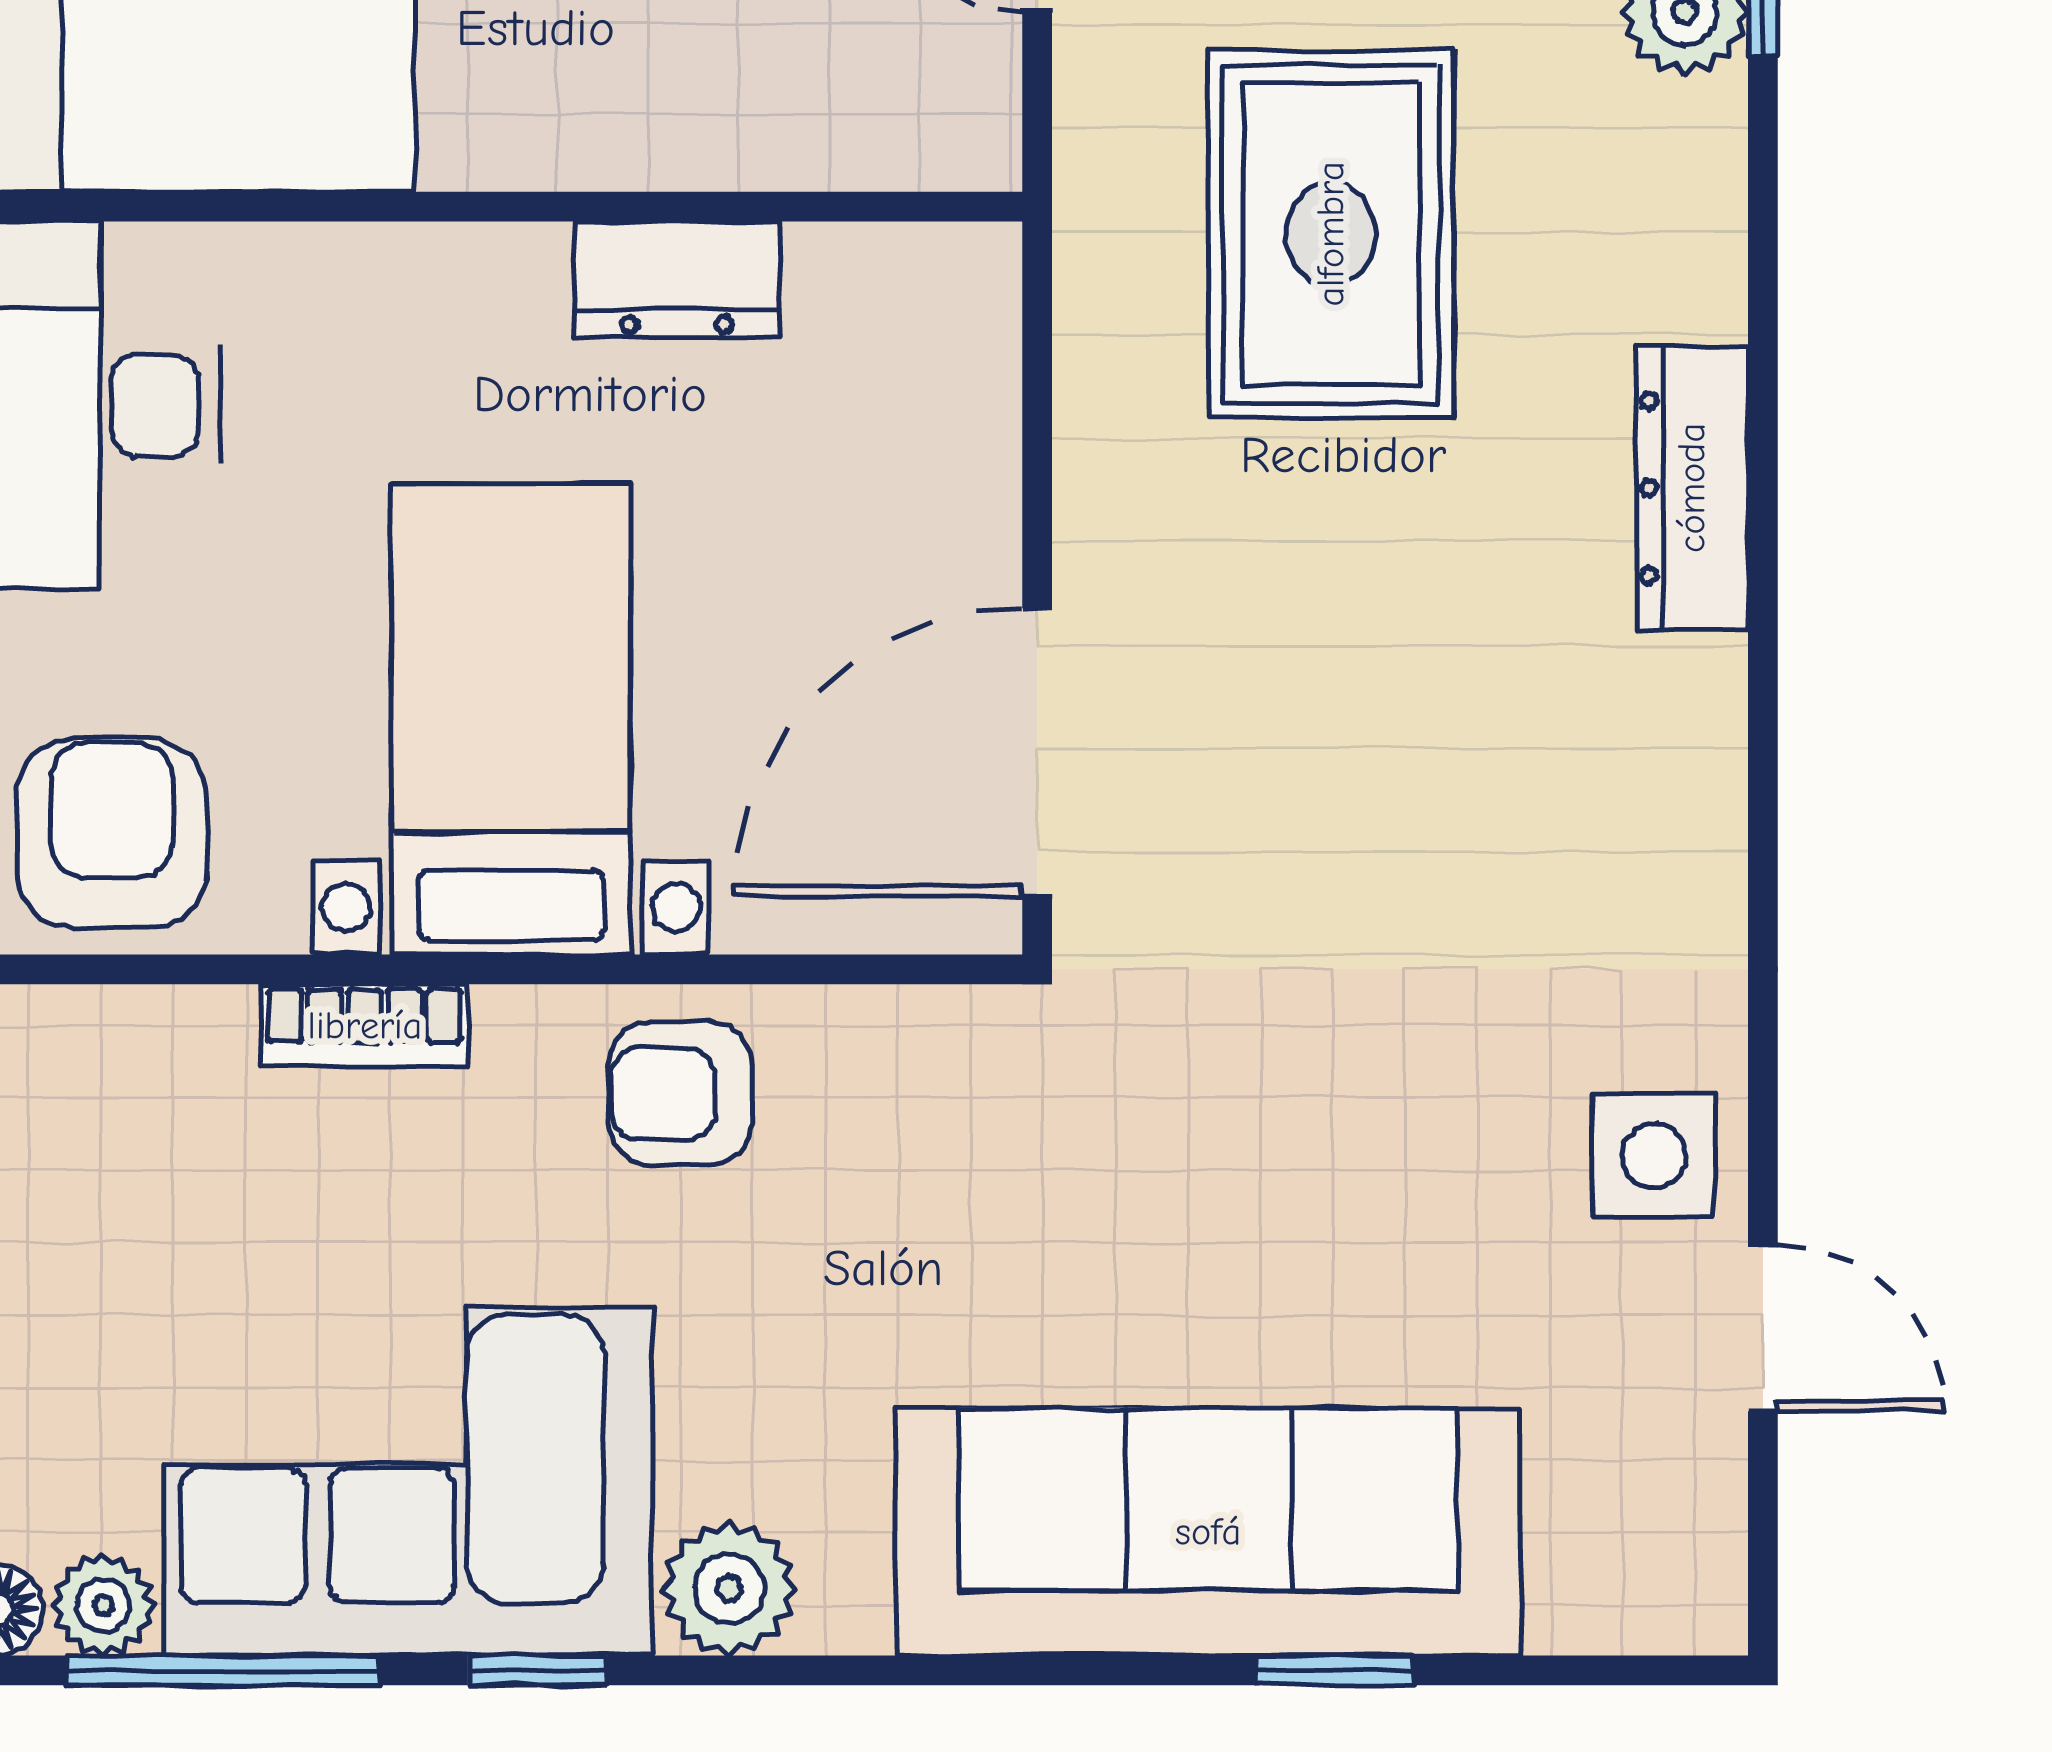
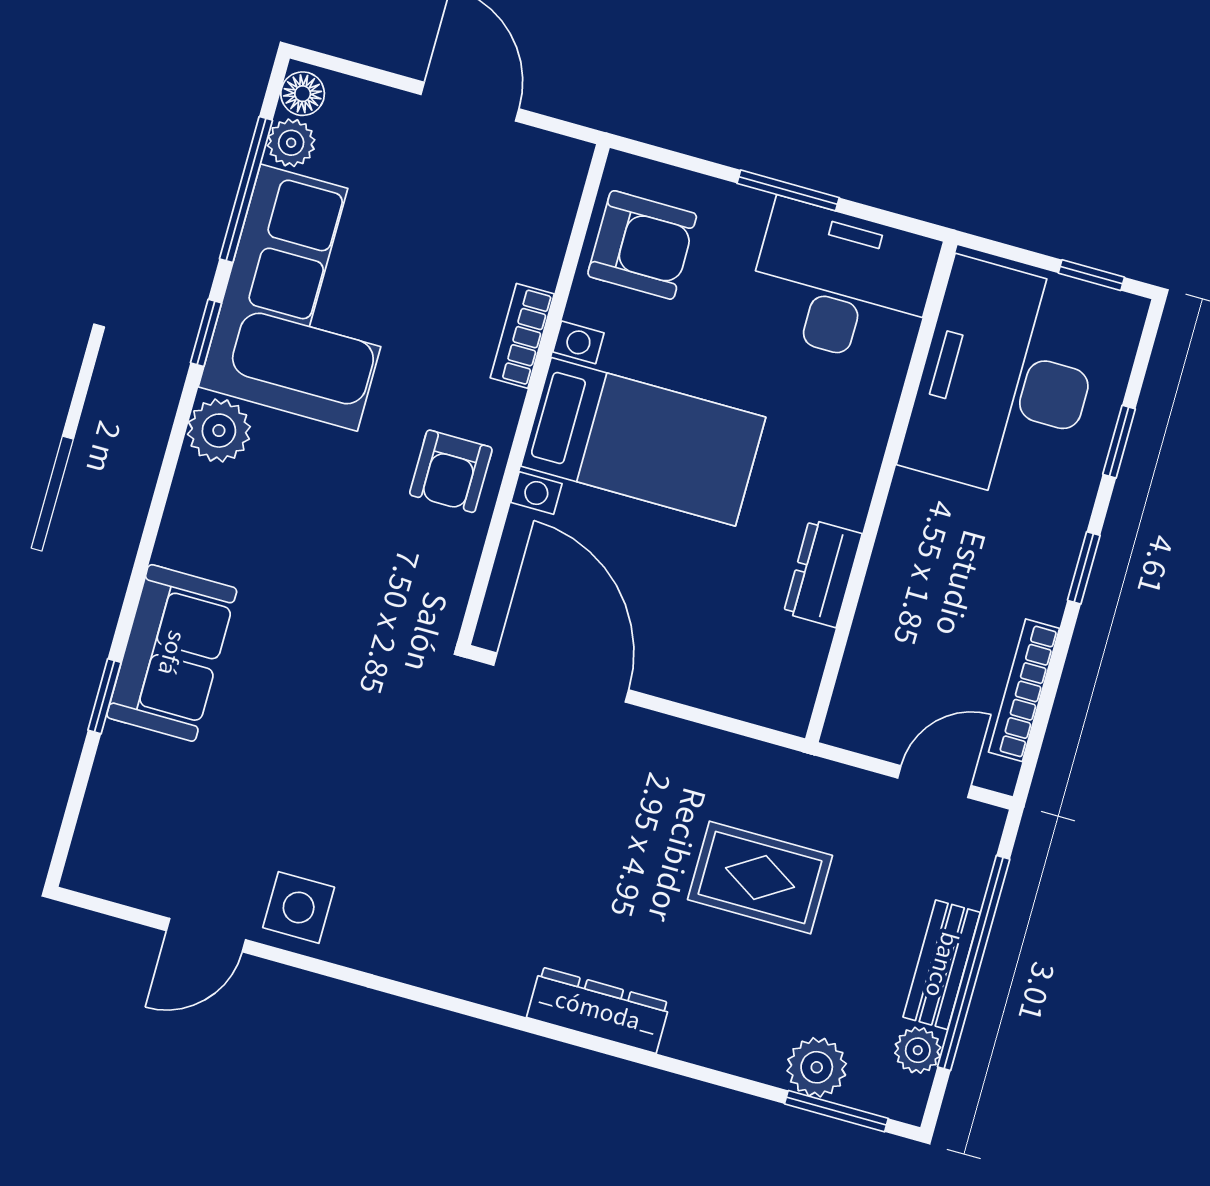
rug: (1331, 234) -> (760, 878), width x0.73, depth x0.70
armchair: (680, 1094) -> (451, 471), turned 180
sofa: (1208, 1532) -> (172, 653), width x0.54, depth x0.79

